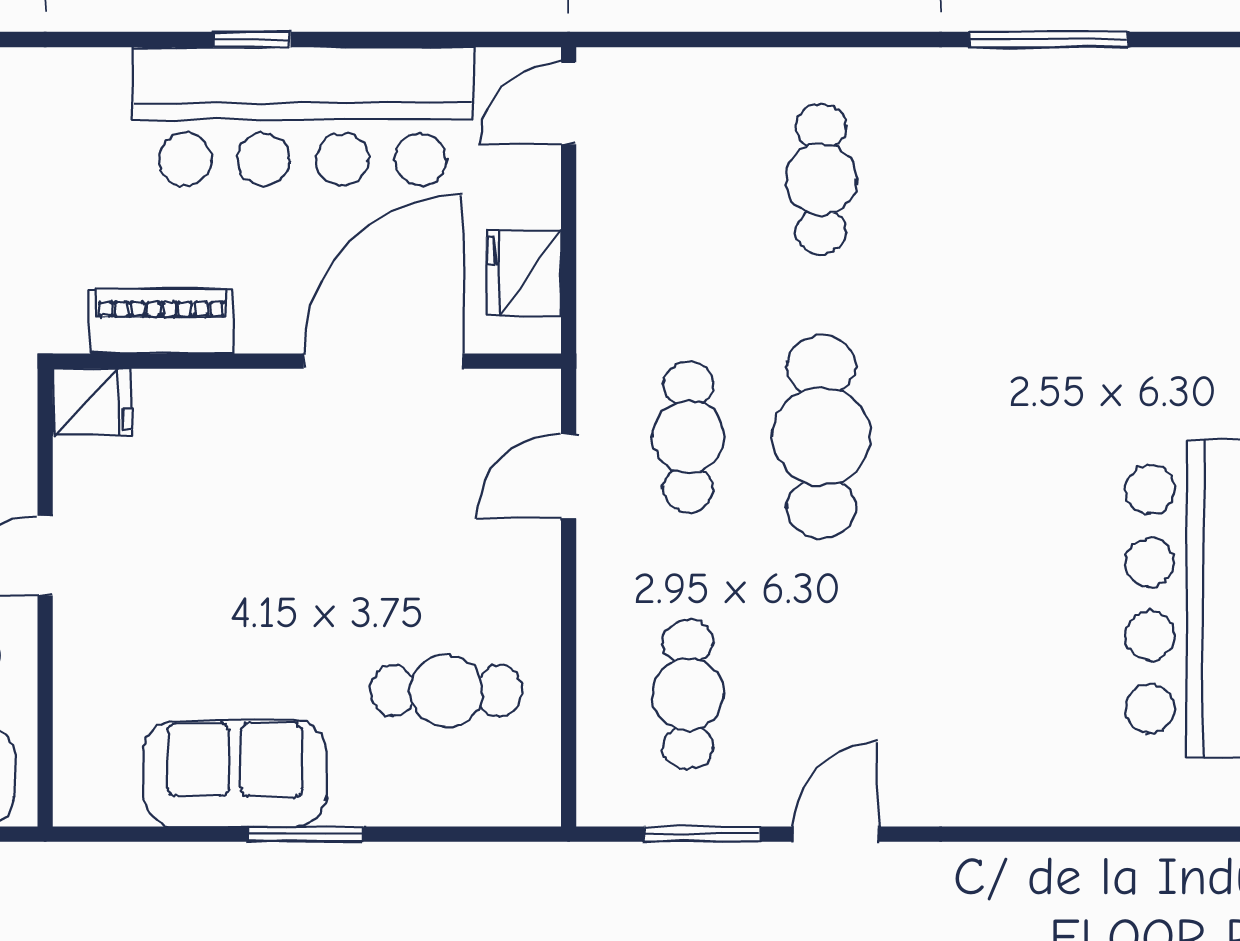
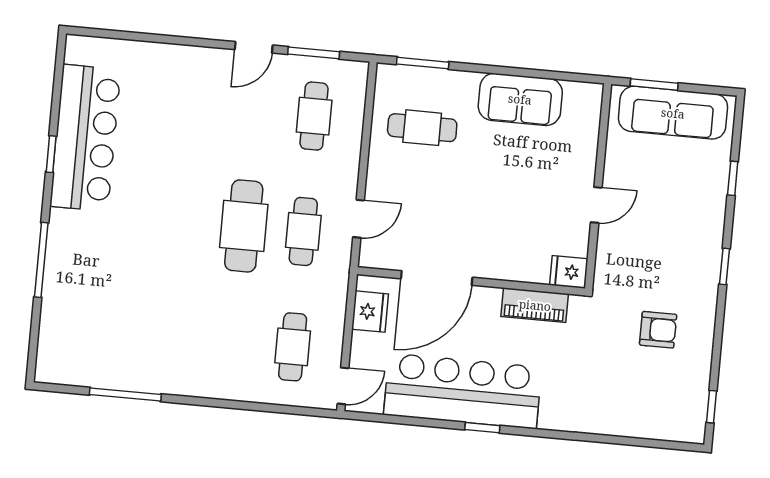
cafe table: (821, 179) -> (293, 347), moved
window: (306, 834) -> (423, 63), moved

